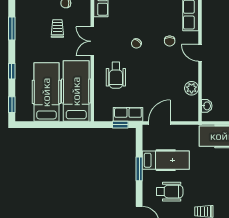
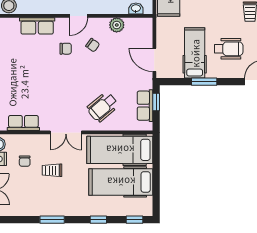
chair: (136, 43) -> (93, 45), moved
wheelchair: (116, 75) -> (103, 107), turned 140
row of seats: (128, 114) -> (145, 106), moved
wheelchair: (170, 192) -> (229, 49), turned 90

